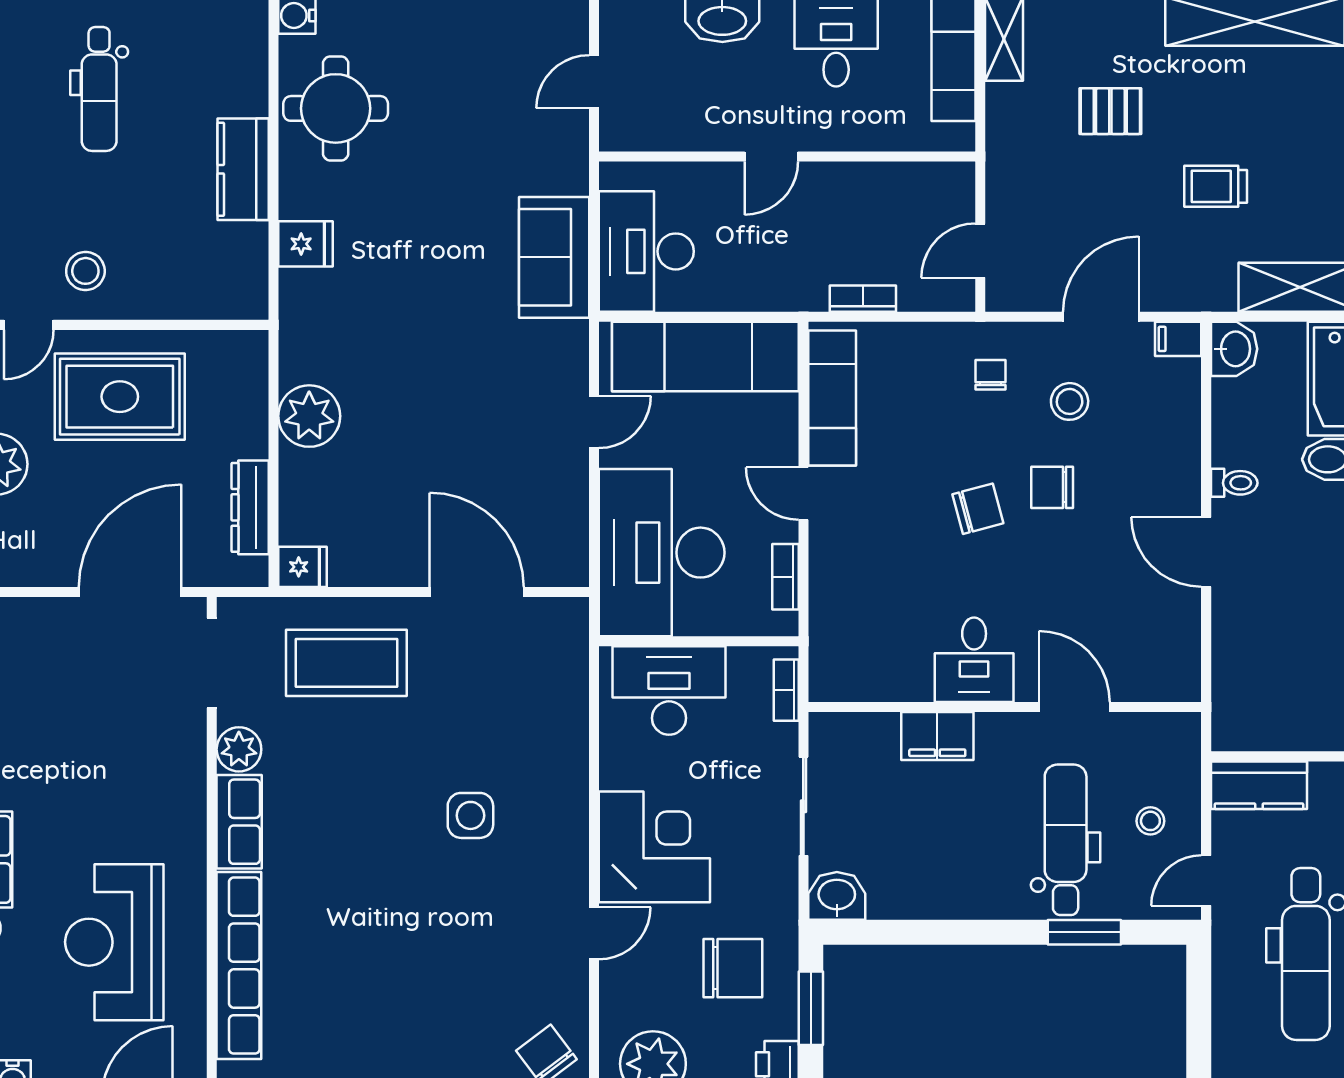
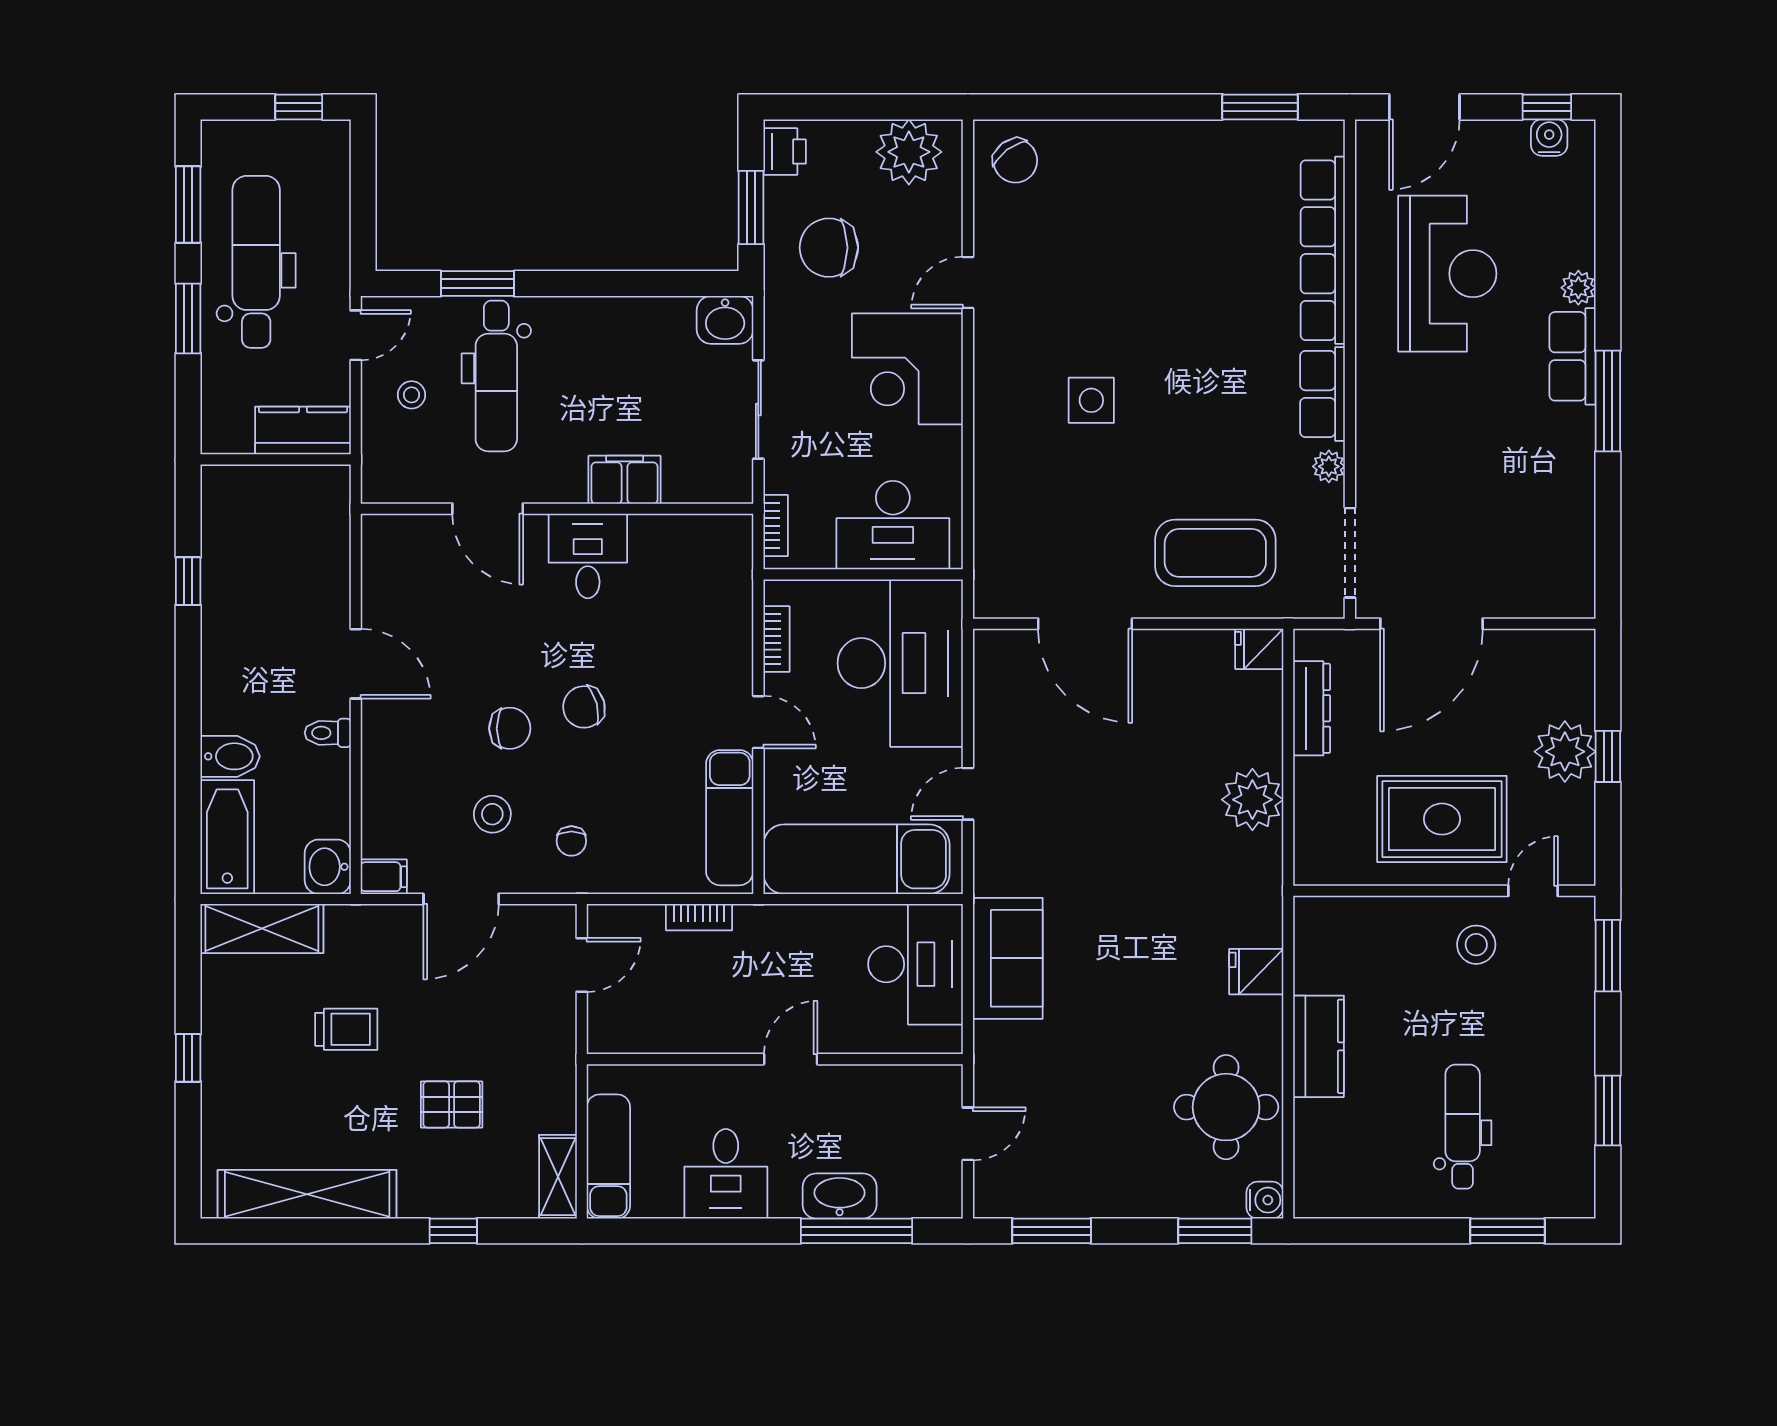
plant: (239, 749) -> (1329, 466), width x0.73, depth x0.73

